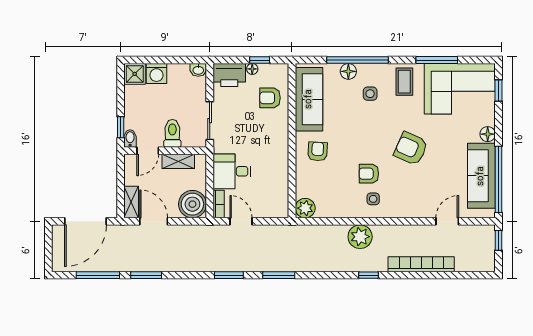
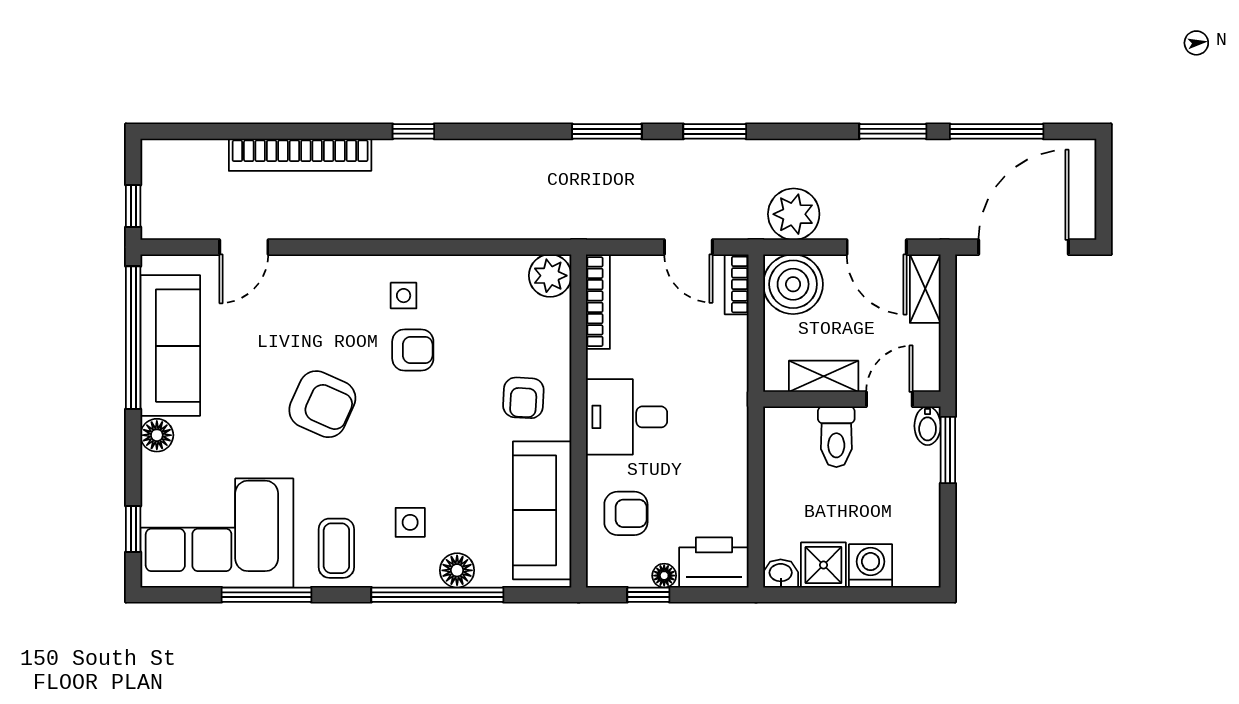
shower: (135, 74) -> (823, 565), moved
sliding door: (210, 121) -> (756, 464), removed
window: (121, 127) -> (948, 450), width x1.50
desk: (232, 171) -> (626, 417), moved, turned 180
bookcase: (283, 196) -> (598, 302), added
plant: (360, 237) -> (794, 214), moved

